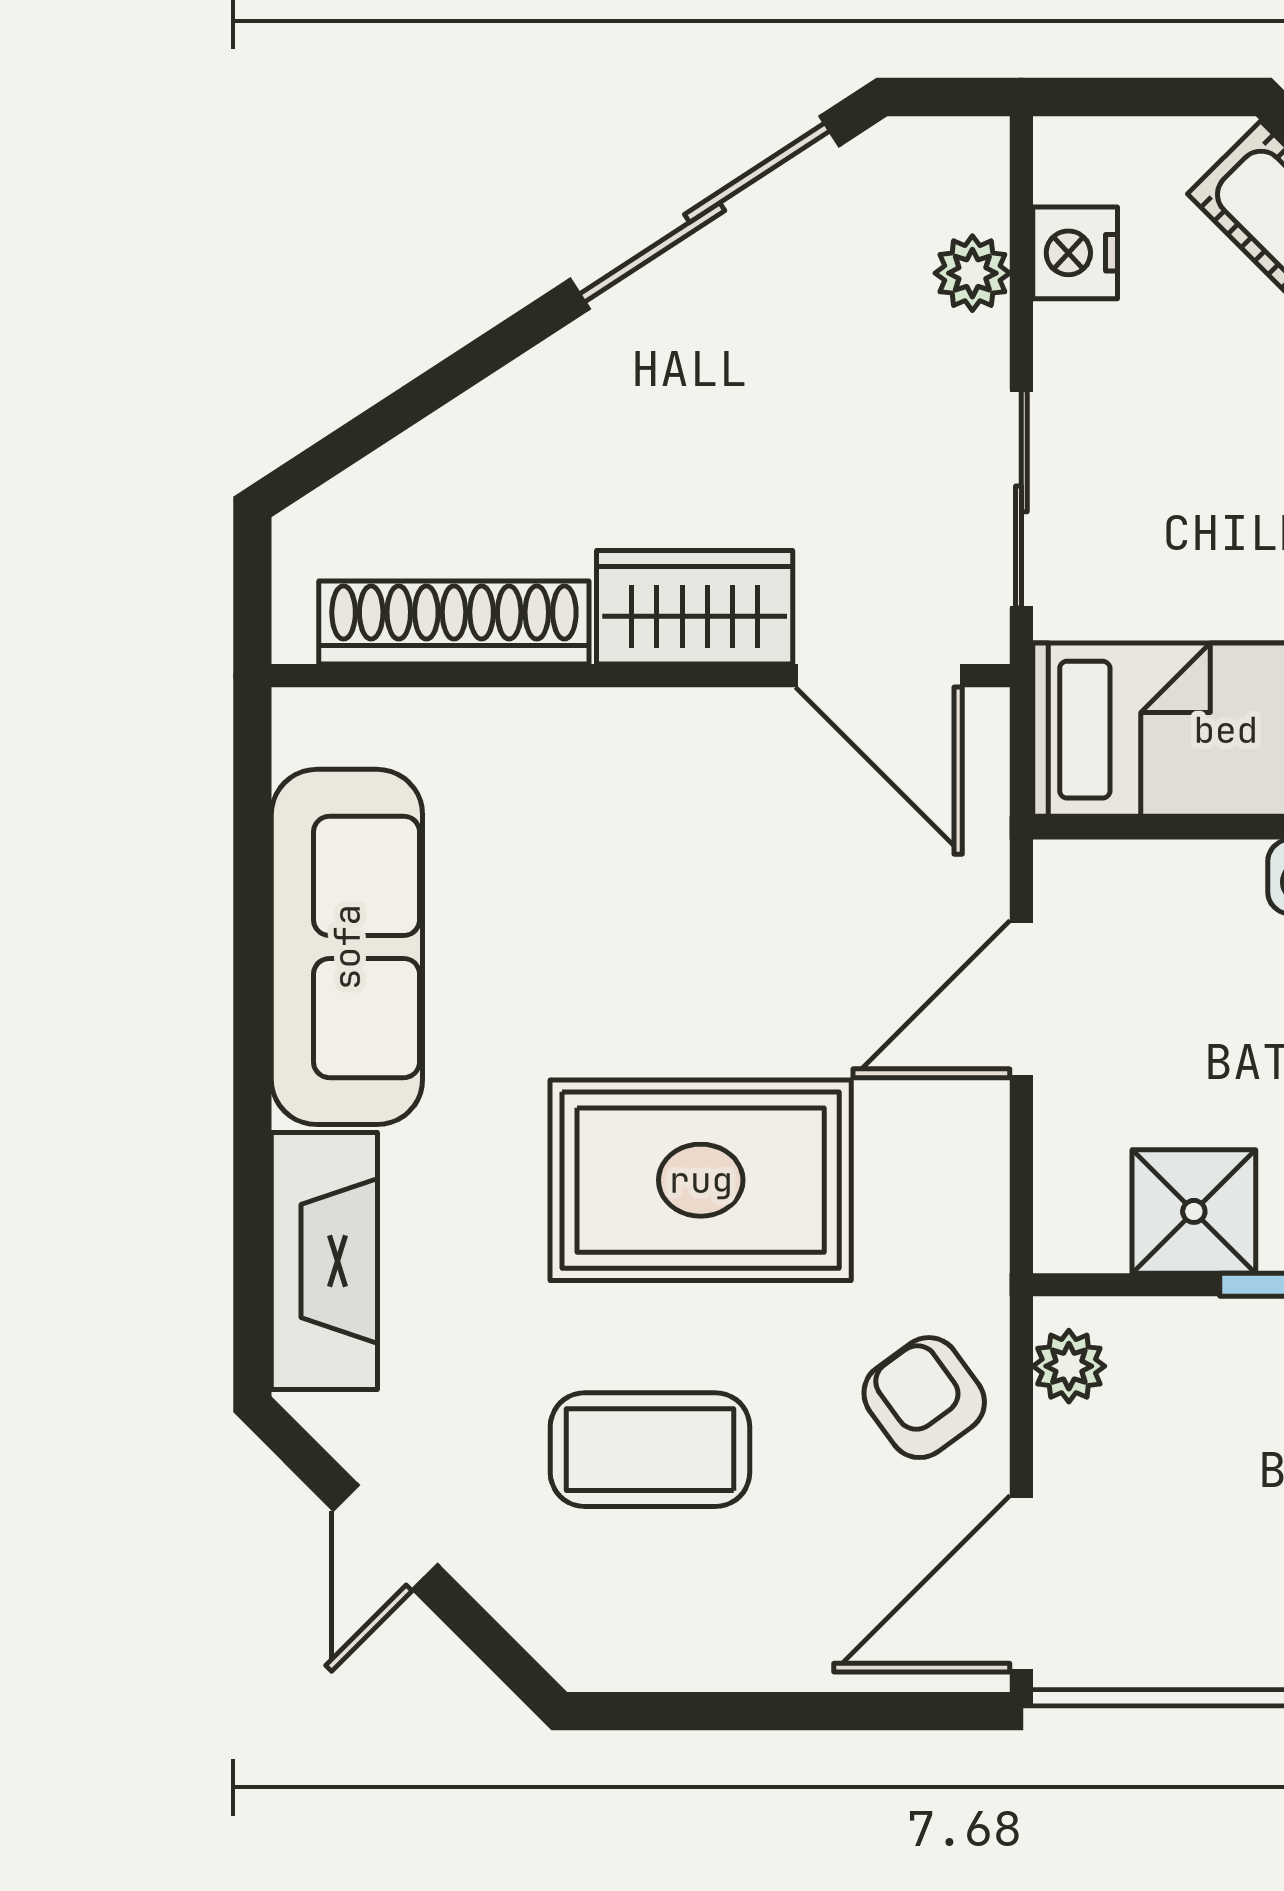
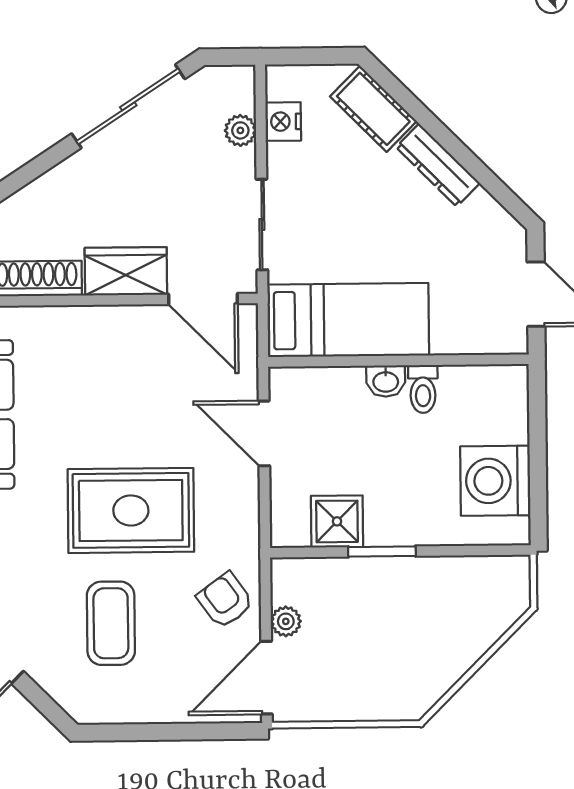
door: (1021, 999) -> (264, 433), hinge flipped
plant: (1069, 1366) -> (286, 621), moved
coffee table: (650, 1450) -> (111, 623), turned 90

